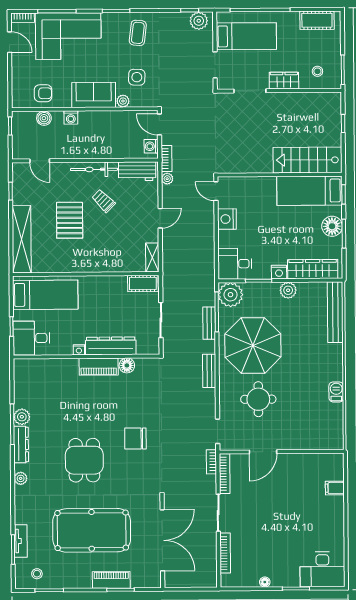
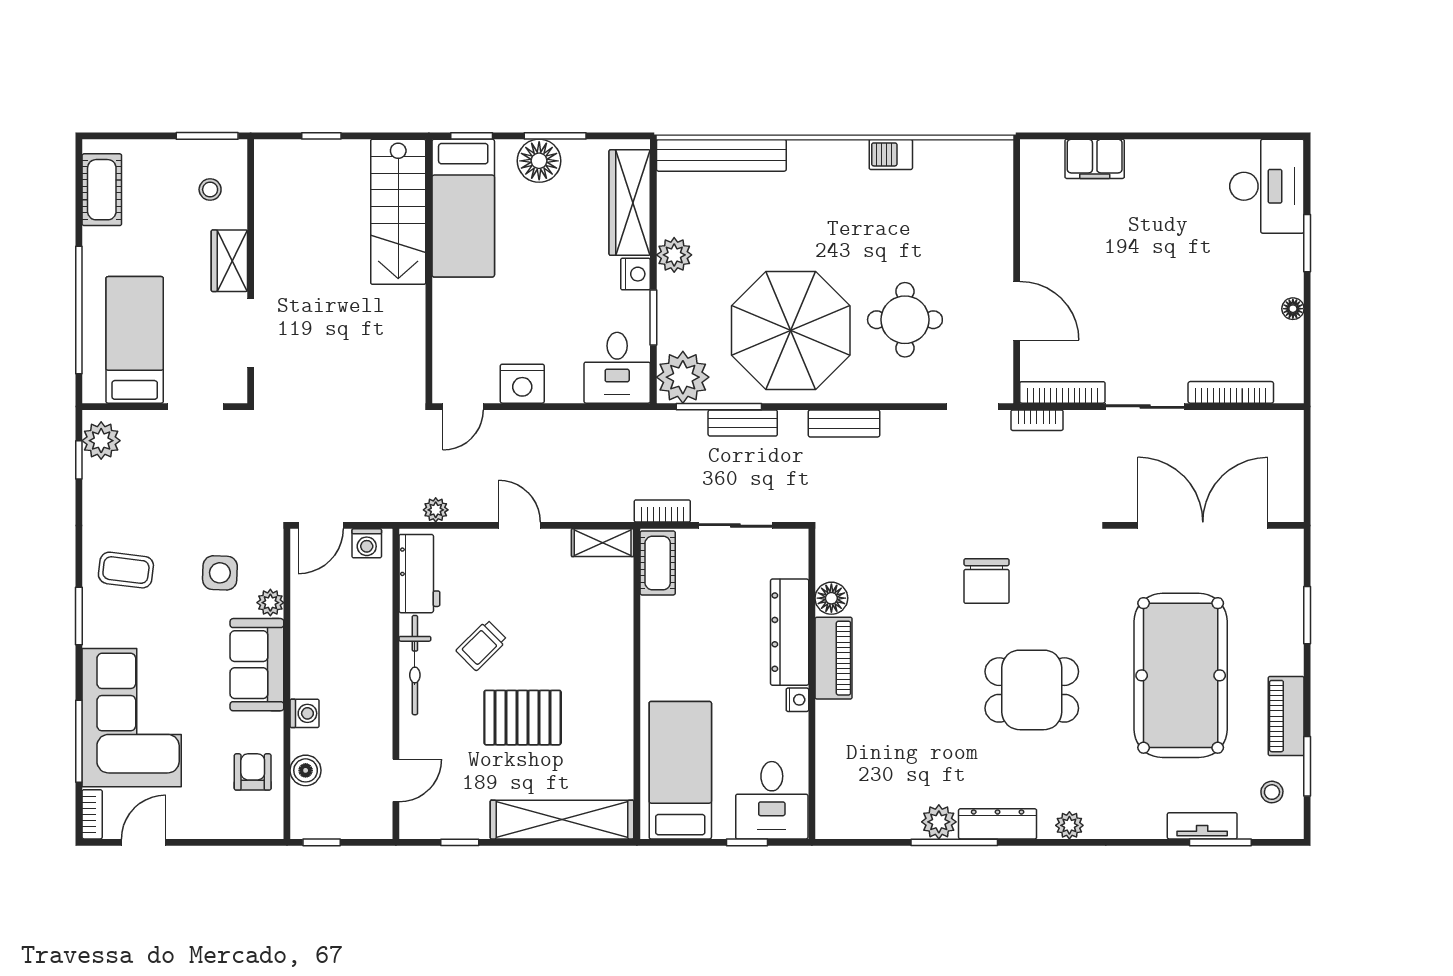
bookcase: (167, 158) -> (662, 511), moved
filing cabinet: (335, 488) -> (1095, 159), width x2.00
piano: (111, 580) -> (1286, 716), moved

